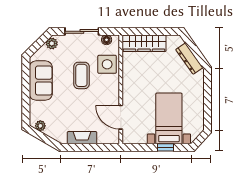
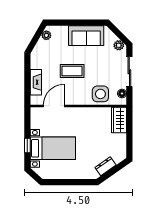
wardrobe: (144, 43) -> (119, 120), width x0.67
dresser: (189, 59) -> (105, 166), width x0.70
coffee table: (81, 75) -> (72, 71), moved
fireplace: (82, 138) -> (36, 82), moved

